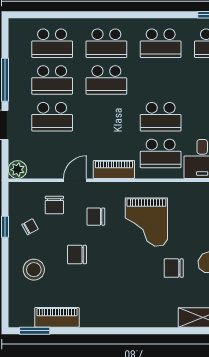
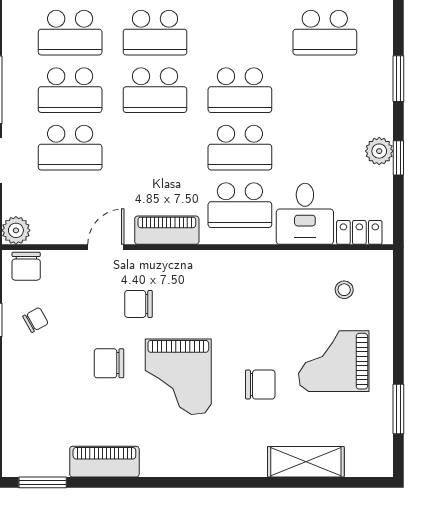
school desk: (161, 43) -> (240, 90), moved
chair: (54, 205) -> (26, 266), moved
grand piano: (146, 222) -> (178, 377), moved
chair: (174, 268) -> (260, 385), turned 180
stool: (34, 270) -> (42, 387), removed
piano: (57, 317) -> (104, 462), moved

